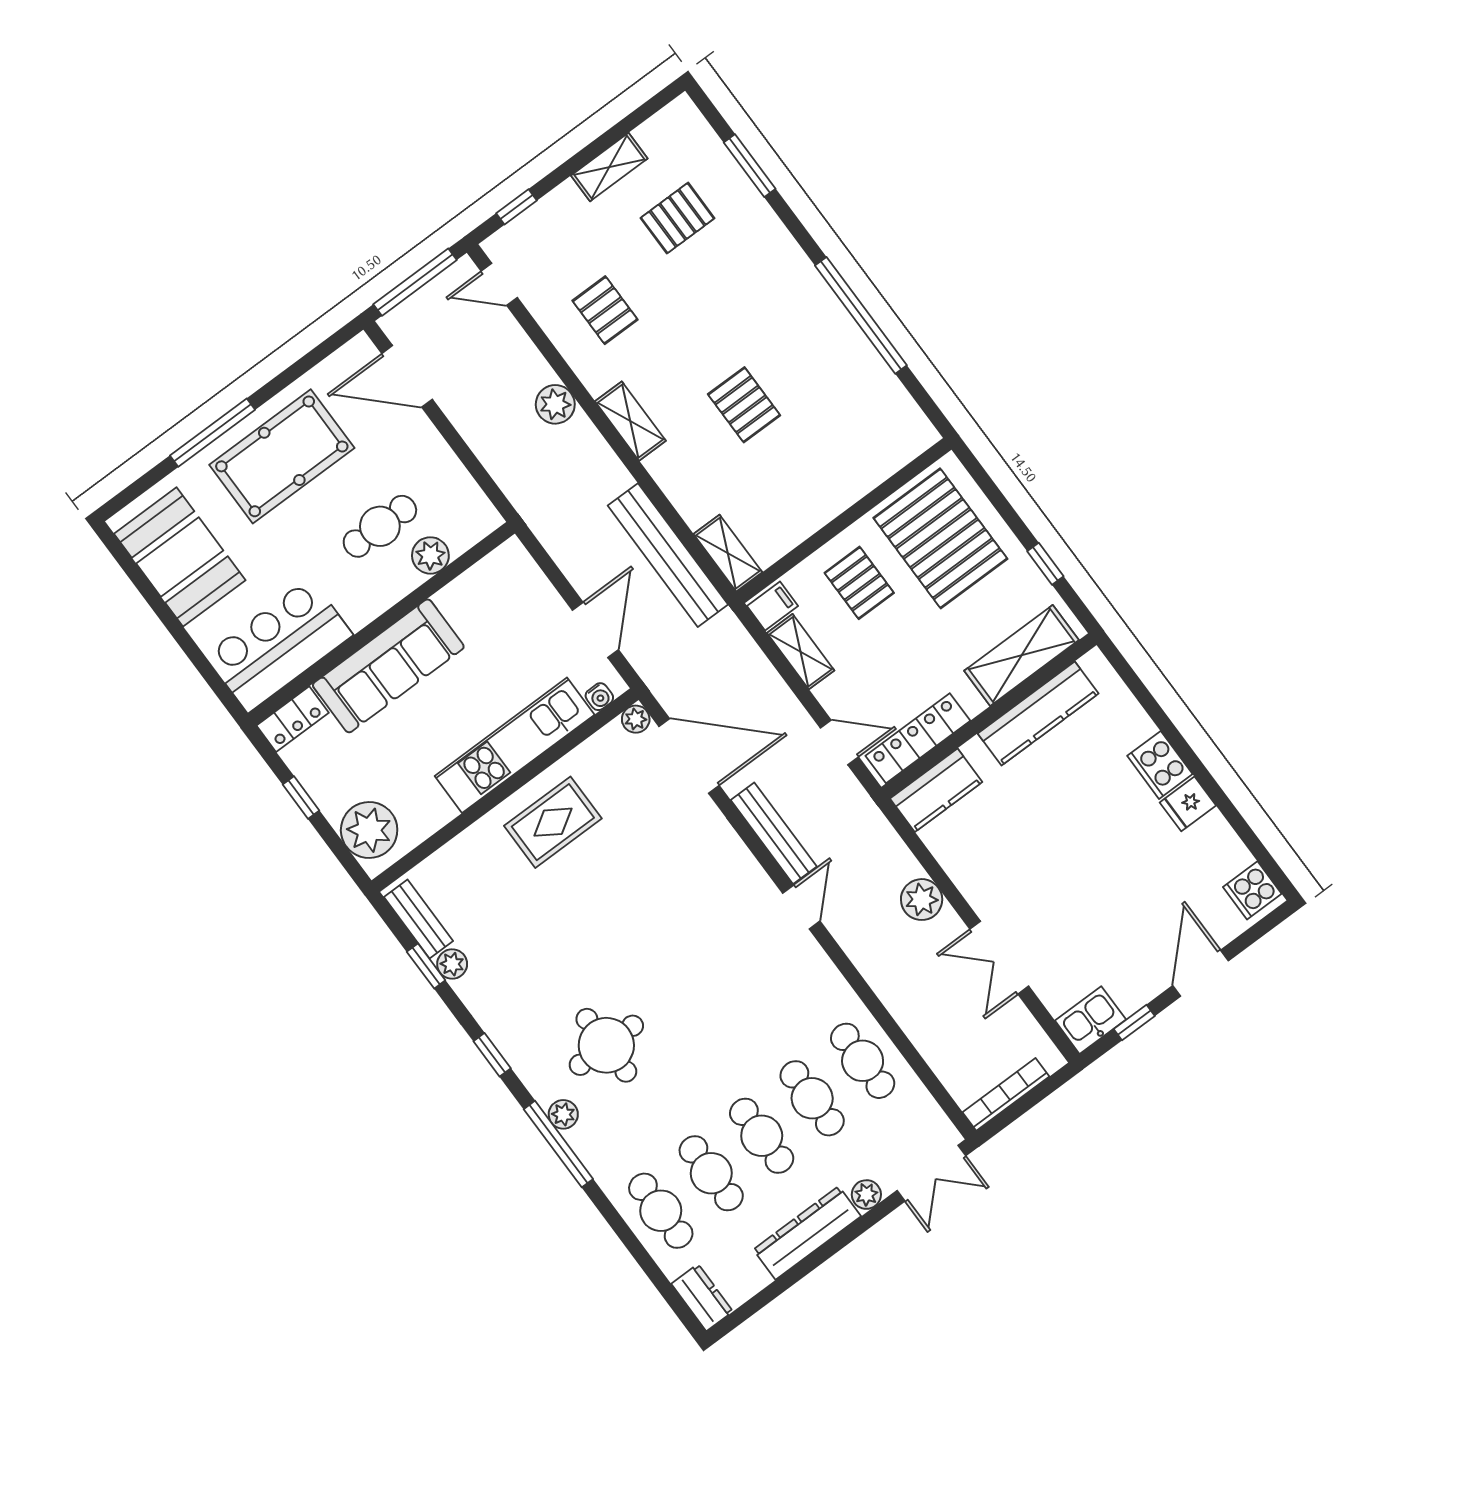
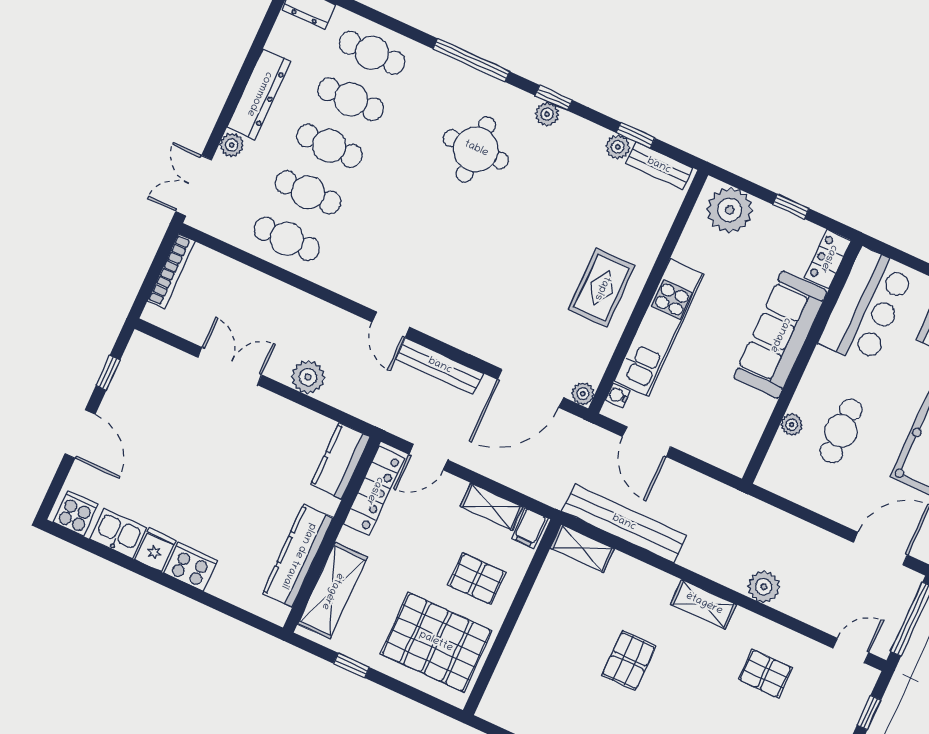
pallet: (744, 405) -> (629, 661), turned 90
plant: (430, 555) -> (792, 425), width x0.73, depth x0.73
kitchen sink: (1090, 1020) -> (118, 533), moved, turned -90
plant: (563, 1114) -> (547, 114), moved

